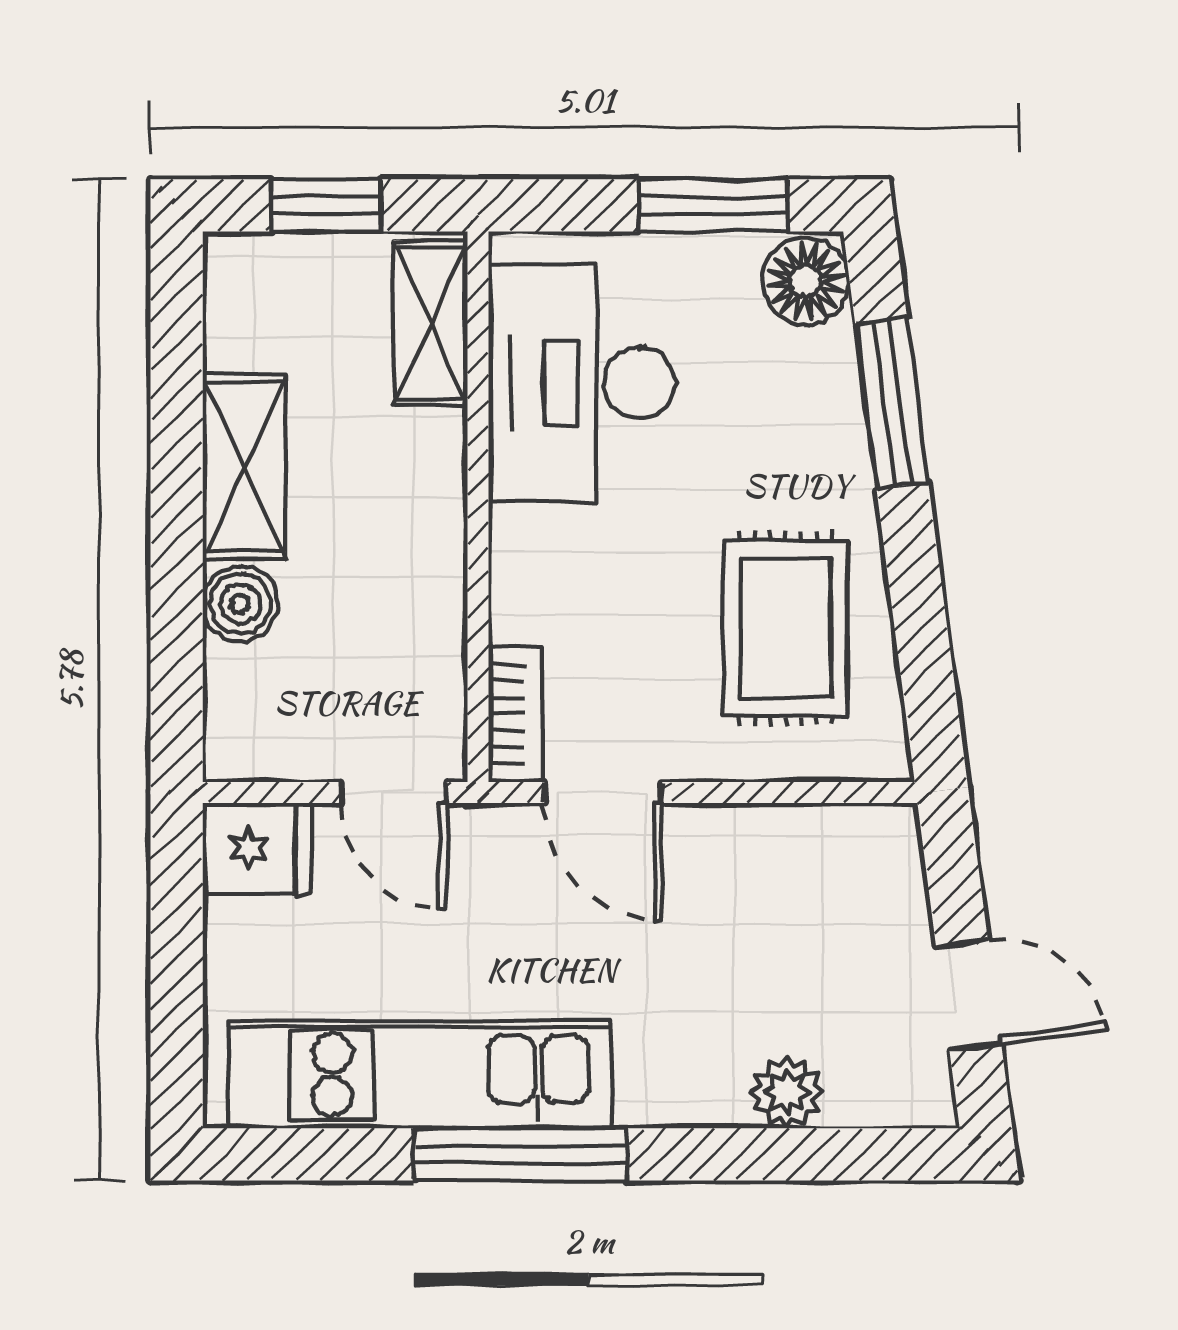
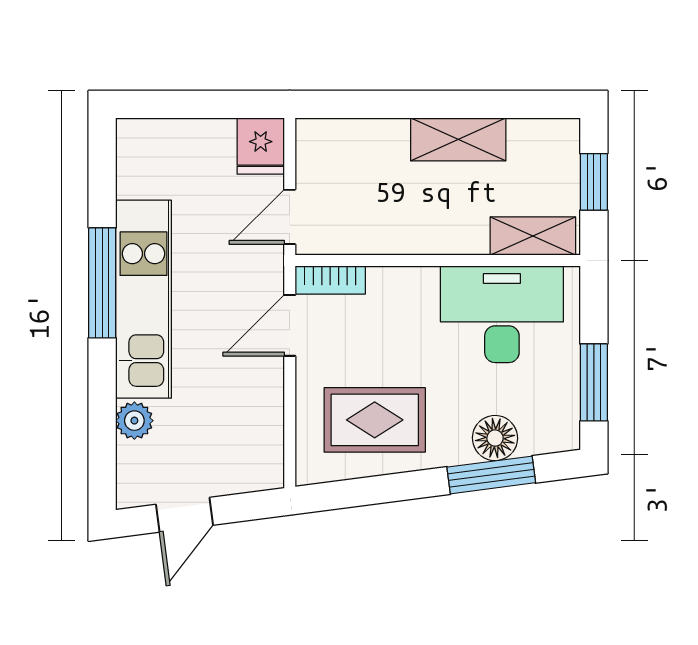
floor lamp: (806, 281) -> (495, 438), moved
boiler: (240, 604) -> (387, 137), removed
kitchen unit: (420, 1075) -> (143, 299), moved

